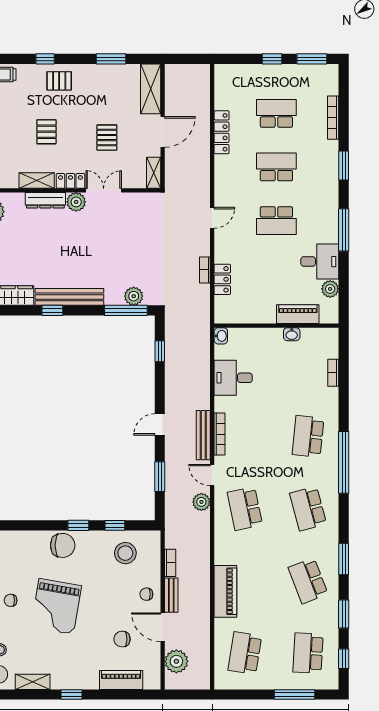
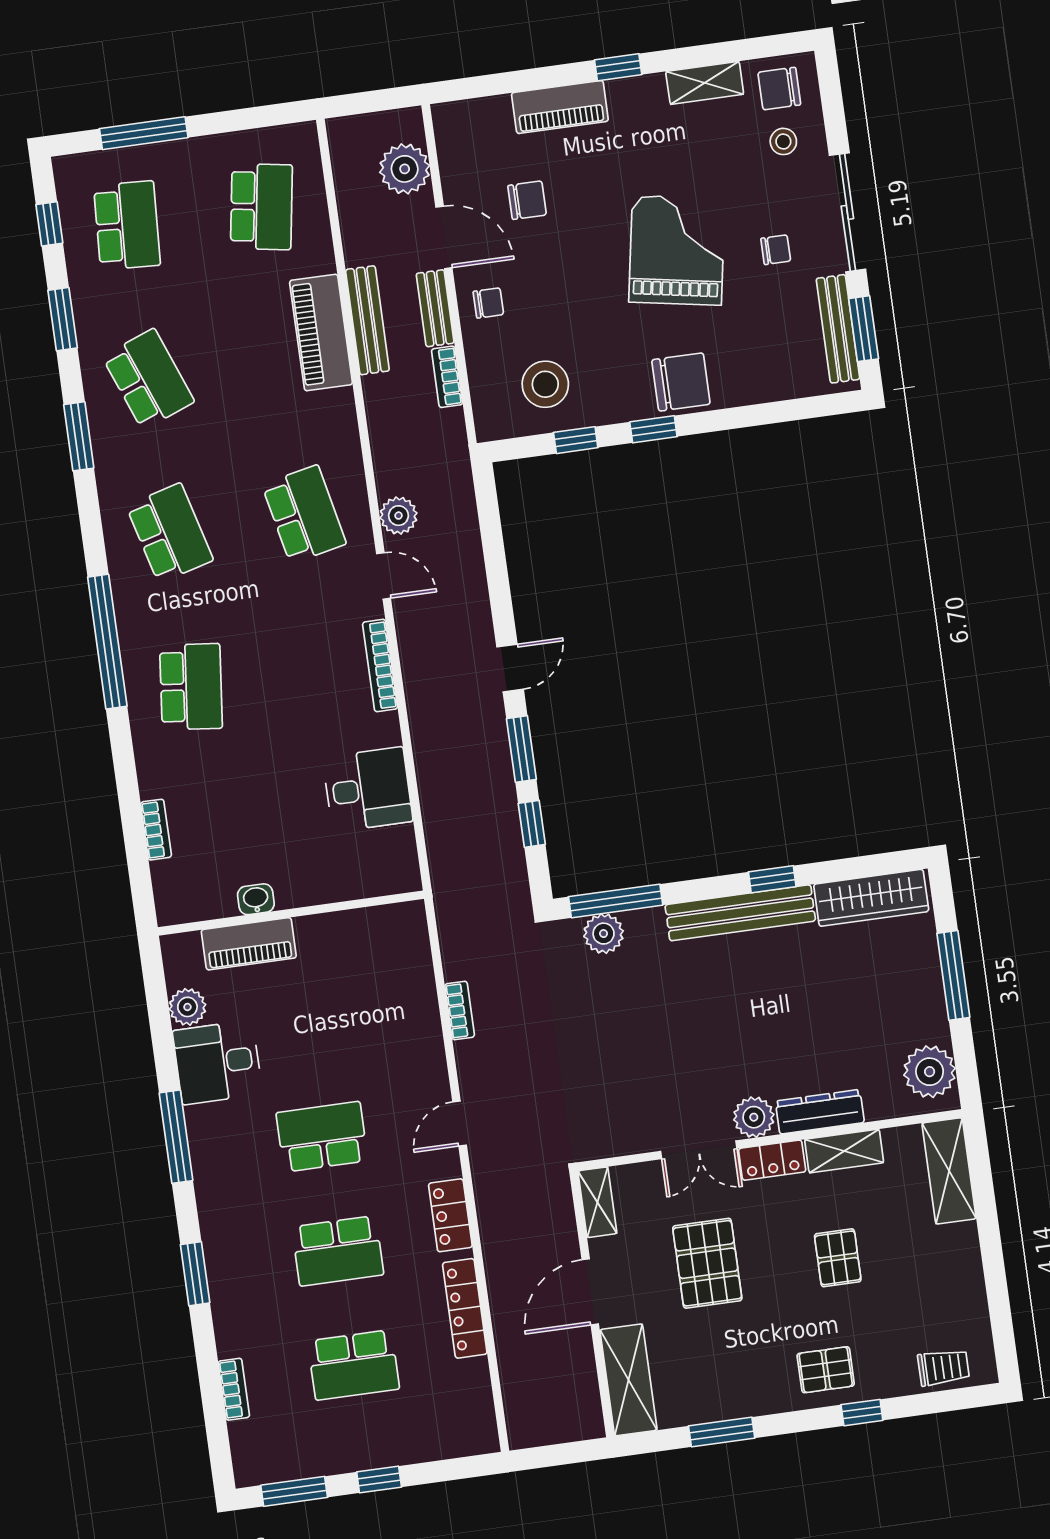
bookcase: (333, 118) -> (234, 1389), width x0.64
pallet: (107, 138) -> (707, 1263), width x1.50, depth x1.42
locker: (222, 279) -> (450, 1215), moved
washbasin: (221, 336) -> (406, 875), removed
bench: (203, 435) -> (367, 320), moved
window: (160, 477) -> (521, 749), moved
chair: (63, 545) -> (681, 382), turned 180
piano: (121, 680) -> (560, 107), moved

